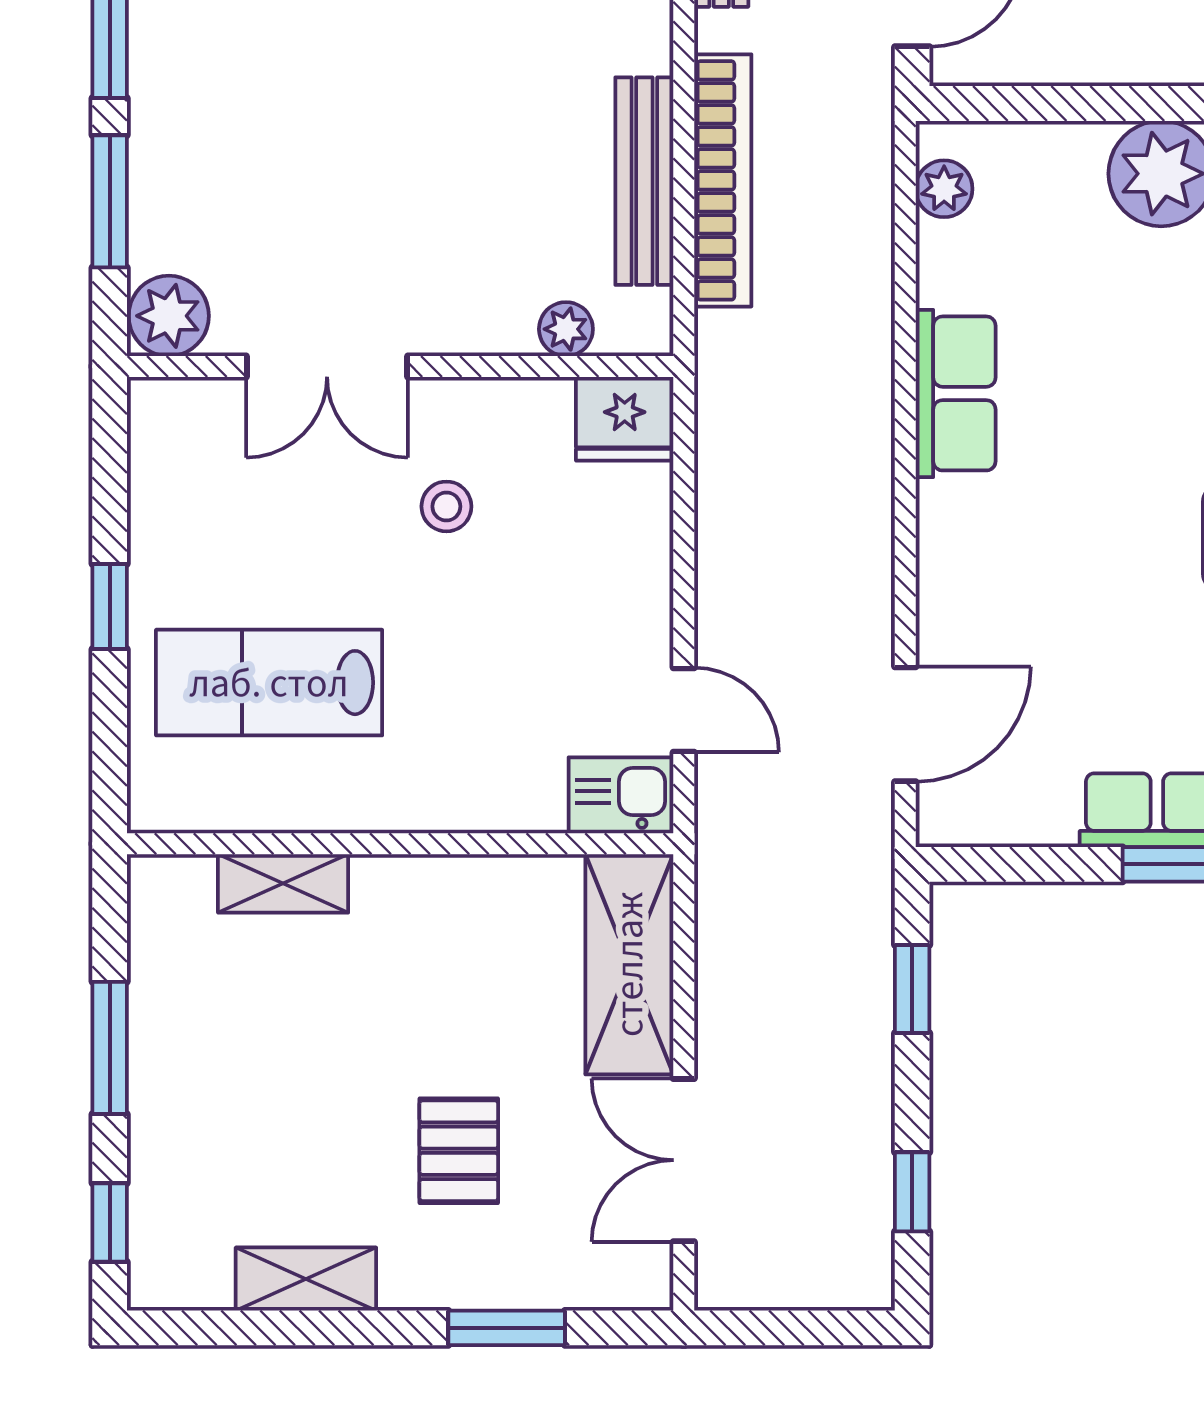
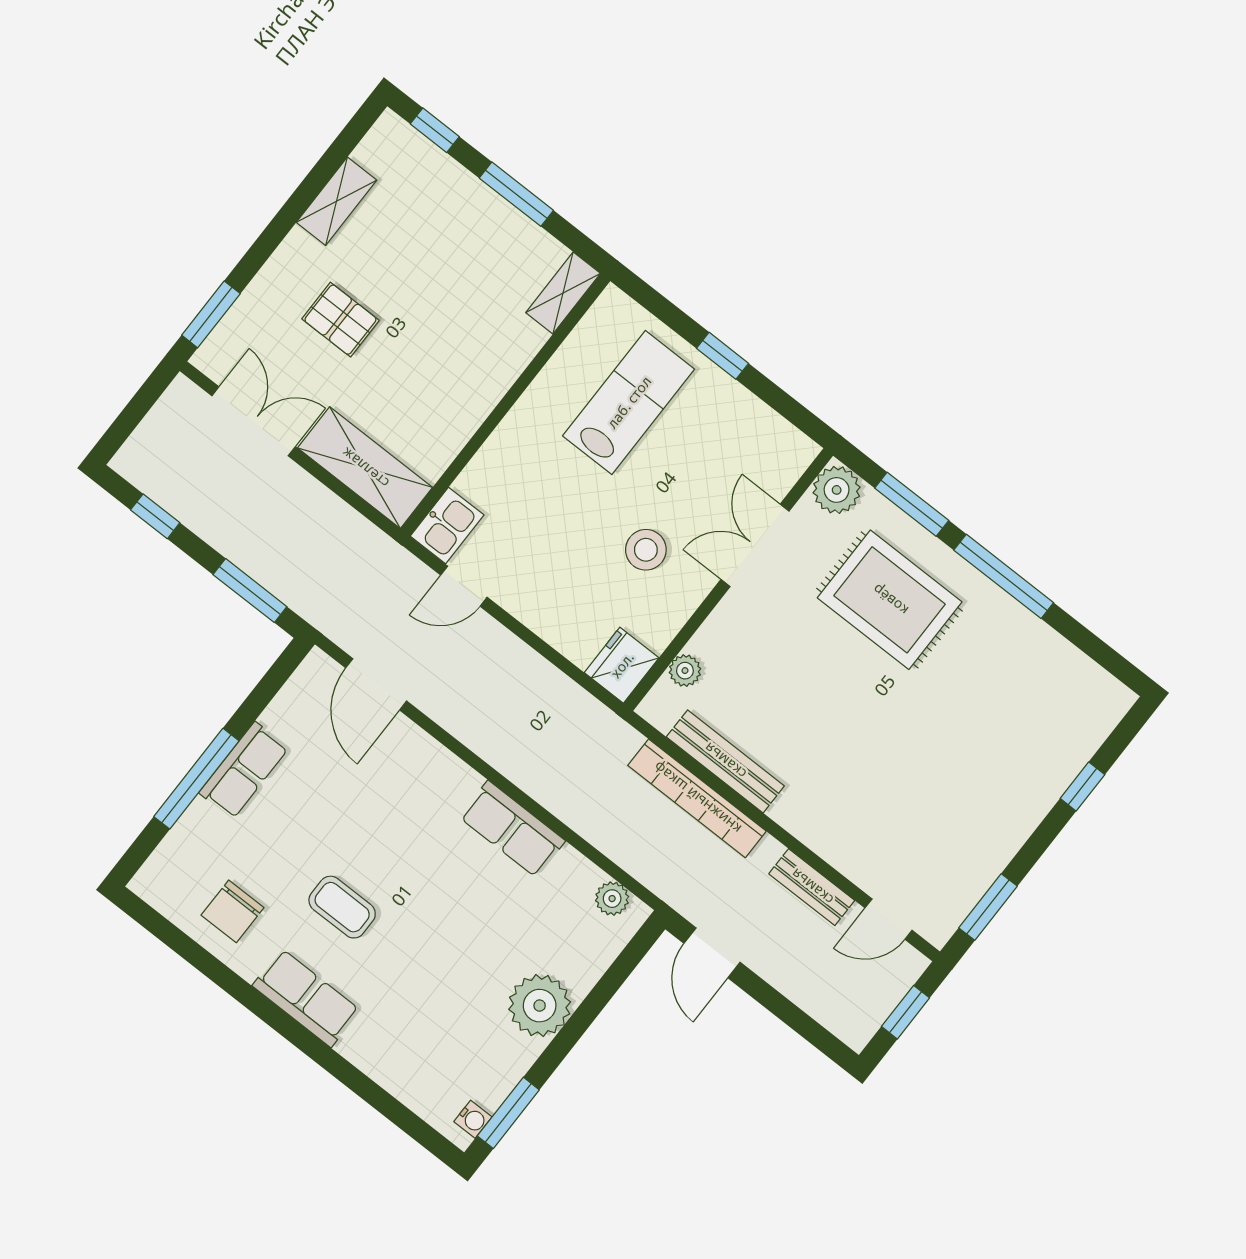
rug: (259, 131) -> (890, 600), added
stool: (446, 506) -> (646, 550), width x1.37, depth x1.37
shelving: (283, 883) -> (563, 293), moved
window: (912, 989) -> (250, 591), width x1.50
window: (507, 1328) -> (211, 314), moved

